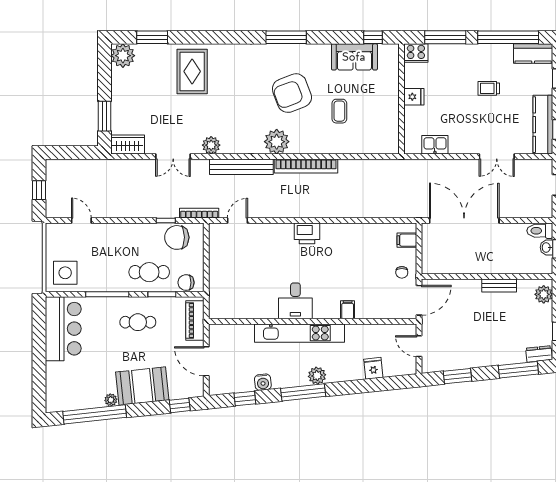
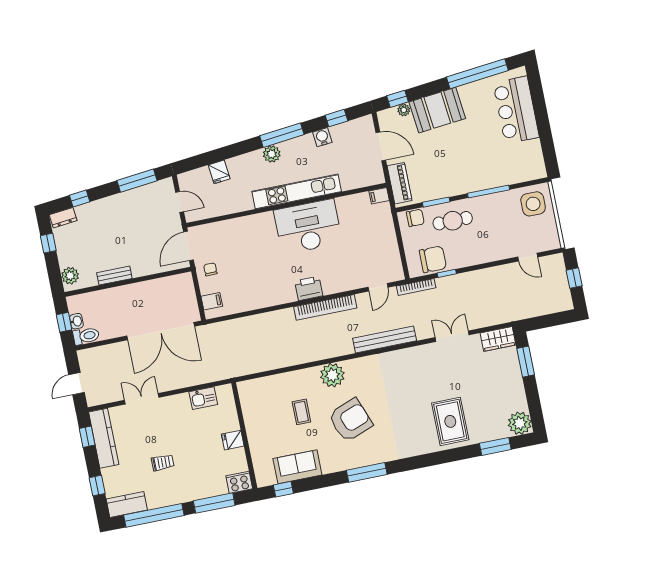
plant: (277, 142) -> (332, 375), moved
plant: (211, 145) -> (418, 354), removed
bookcase: (306, 166) -> (325, 307), moved, turned 180
desk: (295, 301) -> (308, 227), width x1.87, depth x1.30
filing cabinet: (348, 310) -> (379, 196), moved, turned 90
cafe table: (138, 322) -> (454, 171), removed
bar counter: (63, 329) -> (516, 110), moved
window: (518, 370) -> (80, 199), width x0.46
window: (457, 376) -> (137, 181), width x1.44
plant: (111, 400) -> (404, 110), moved

